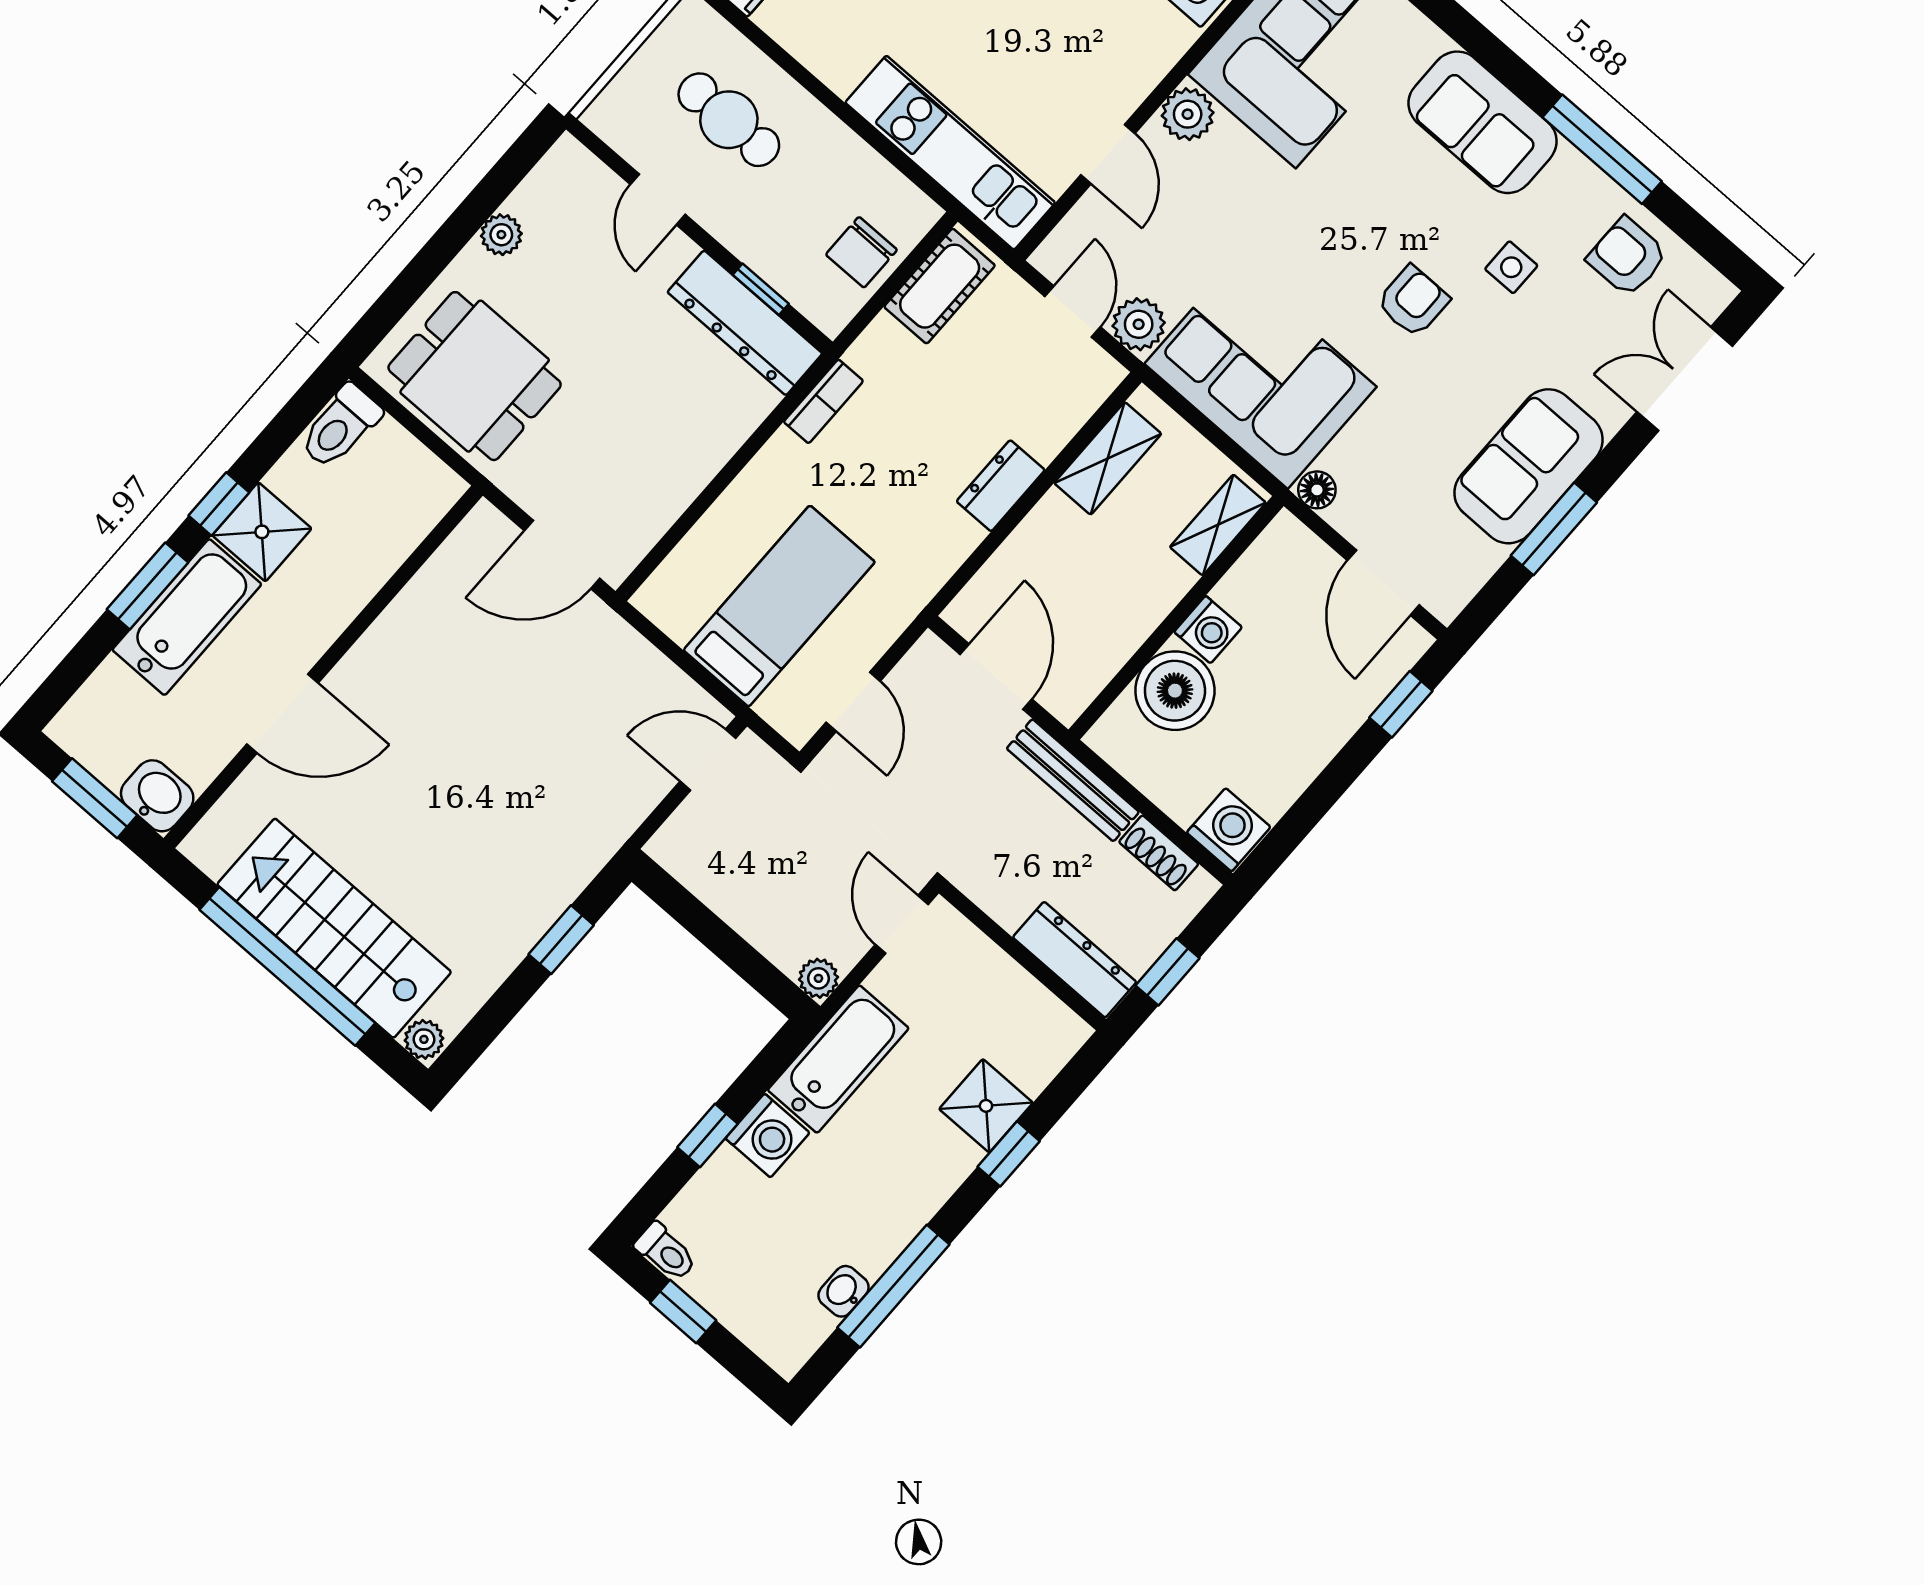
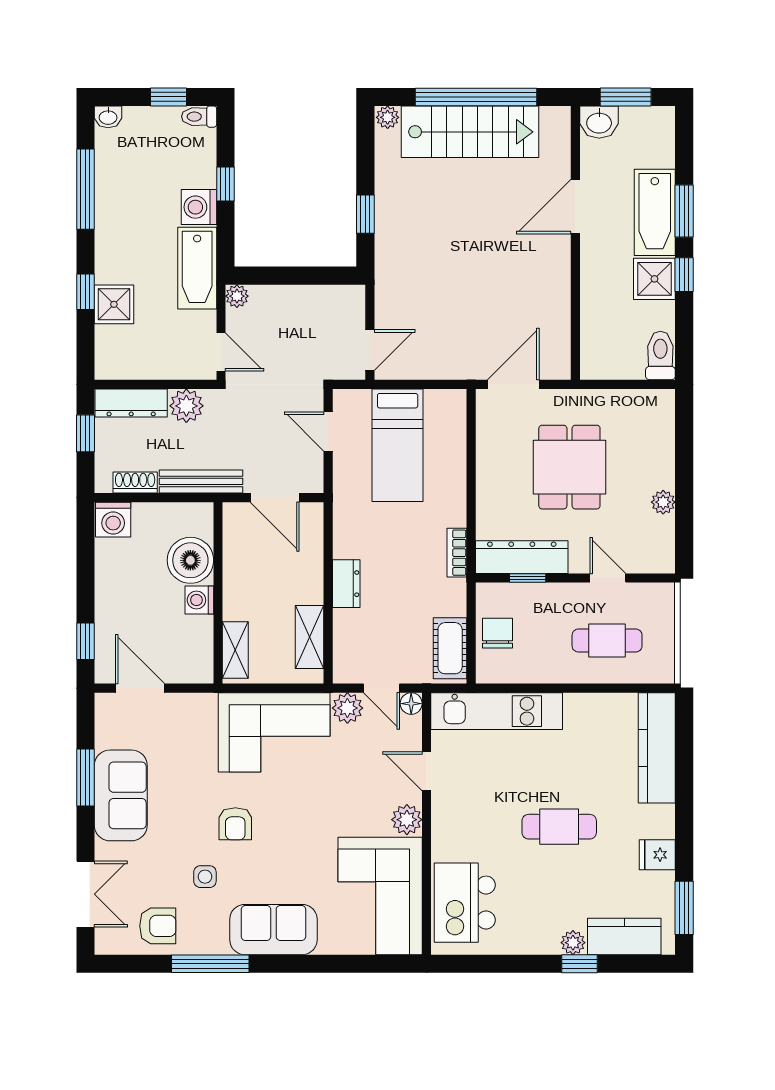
dining table: (475, 376) -> (569, 467), moved, turned 90
floor lamp: (1317, 490) -> (411, 704), moved
plant: (1007, 894) -> (186, 406), added
washbasin: (844, 1291) -> (108, 117), moved, turned 90

